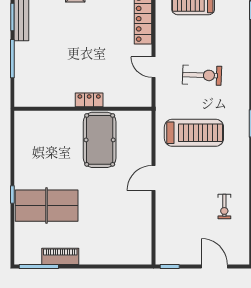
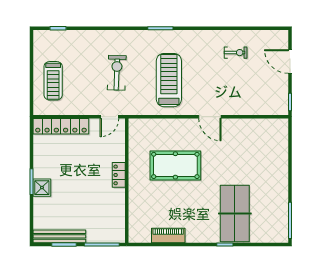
locker: (89, 100) -> (119, 175), moved
wall: (83, 109) -> (127, 181), moved
piano: (60, 256) -> (168, 235), moved, turned 90
door: (214, 266) -> (290, 62), hinge flipped

